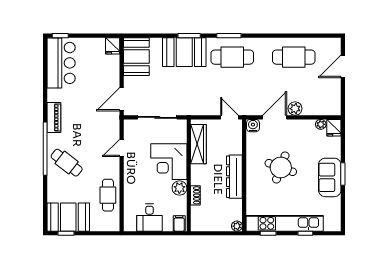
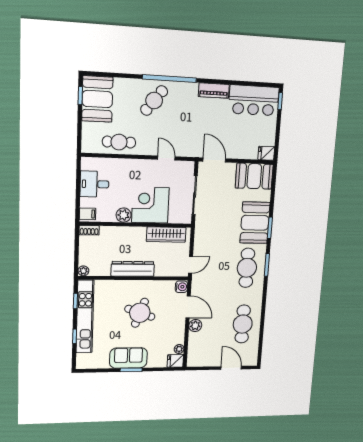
piano: (54, 118) -> (214, 90), moved
shoe rack: (195, 195) -> (89, 230), moved

